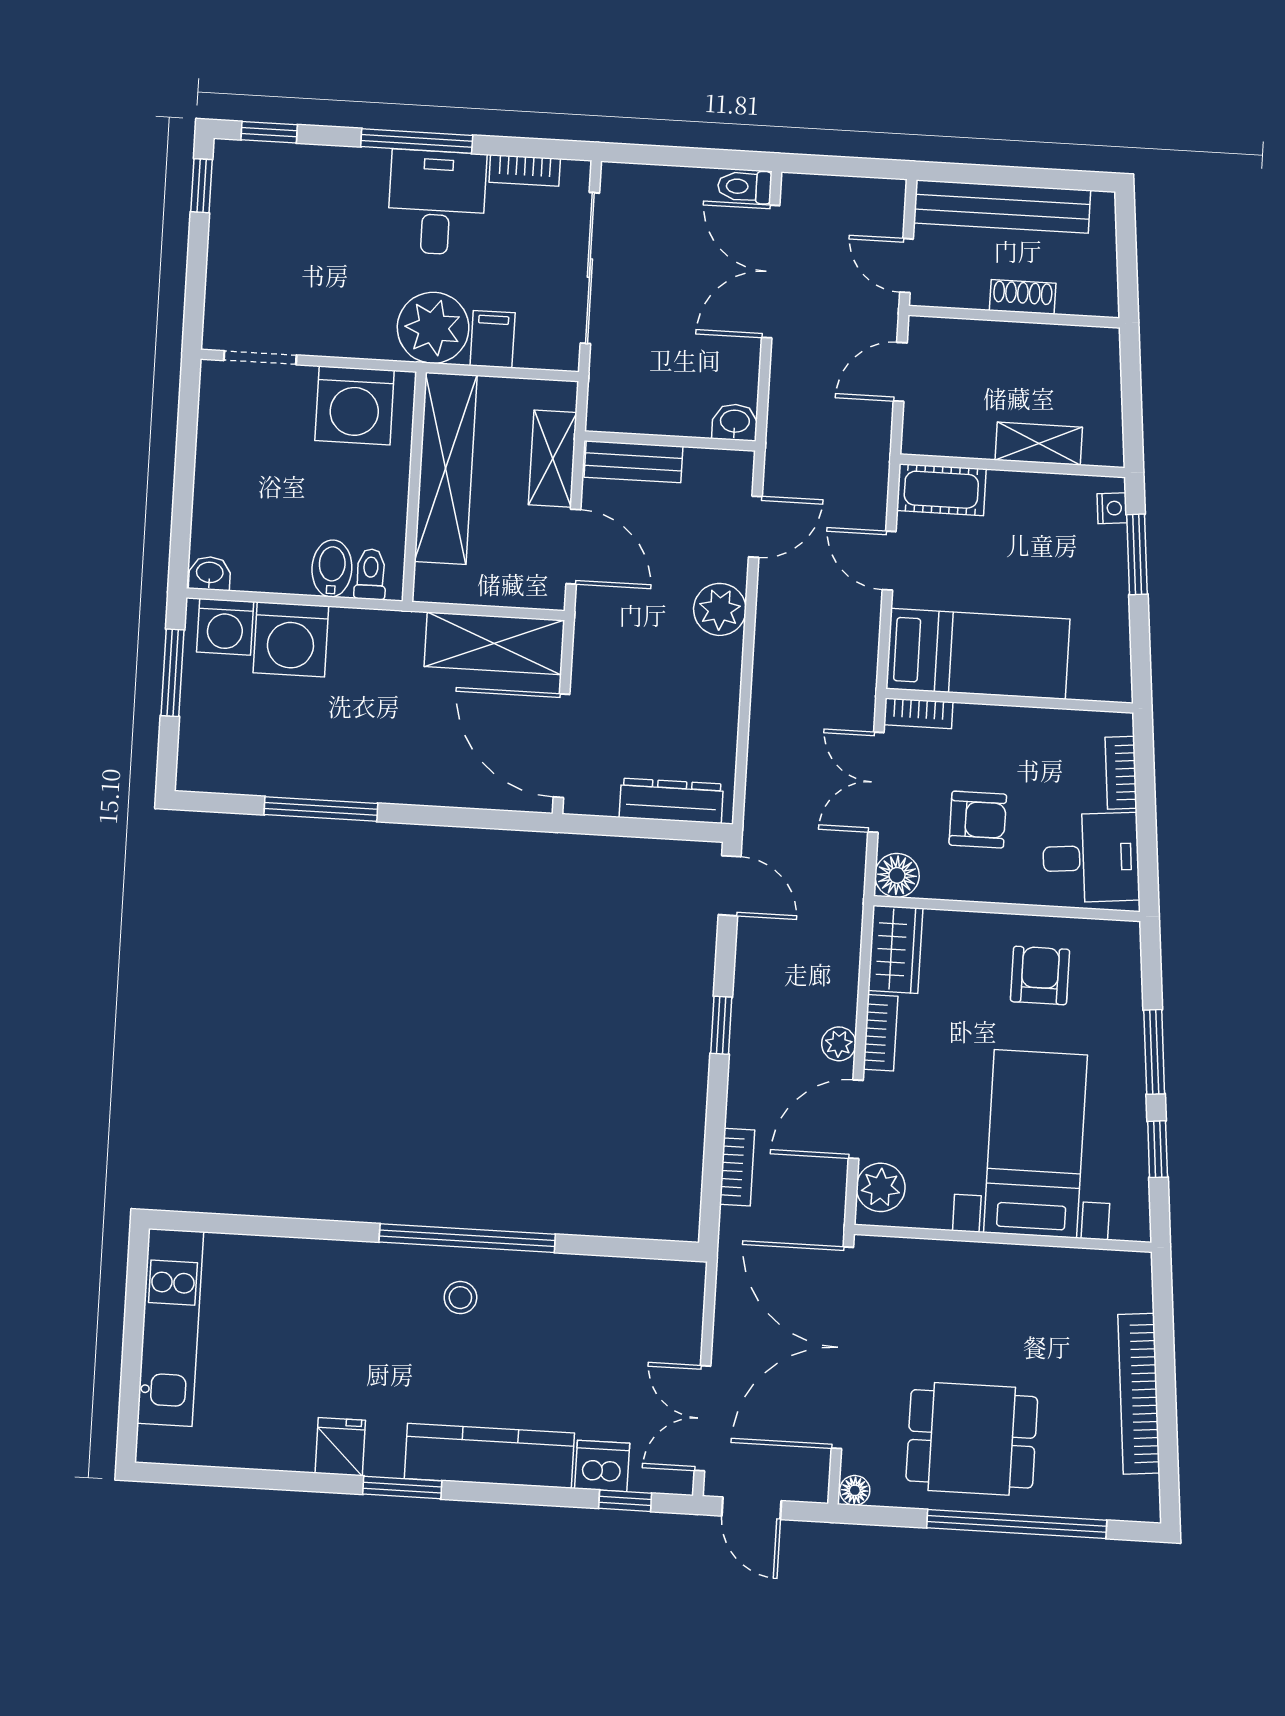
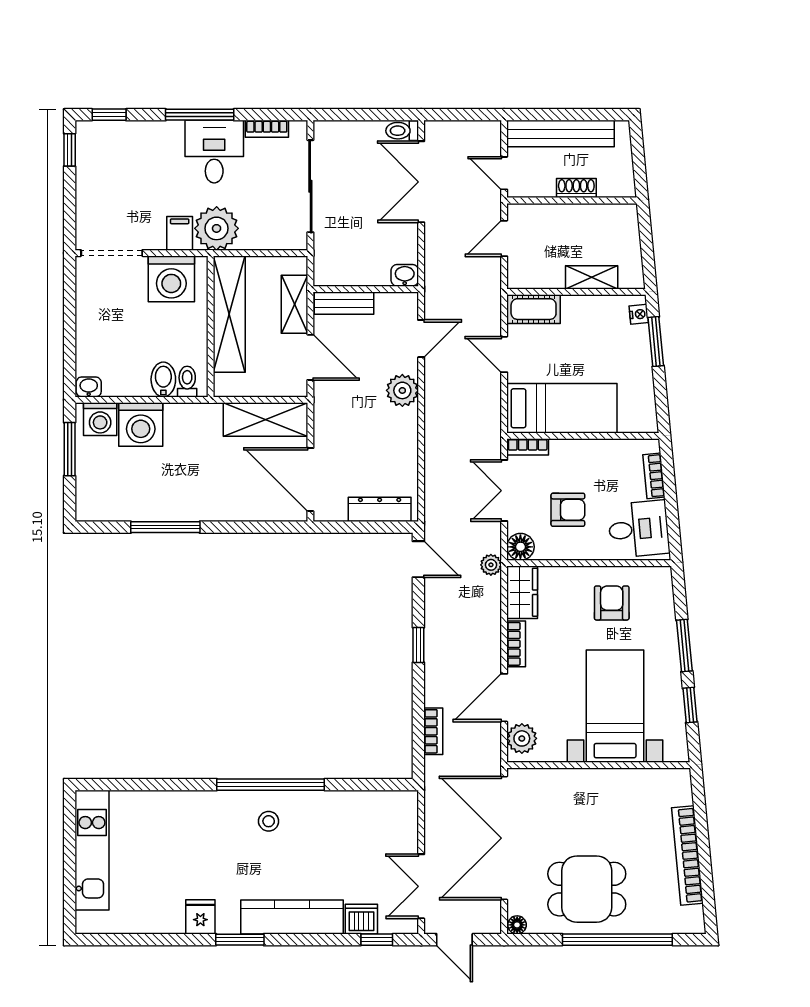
filing cabinet: (493, 339) -> (180, 233), moved
doorway: (260, 358) -> (112, 253), width x1.38
plant: (839, 1044) -> (491, 565), moved

